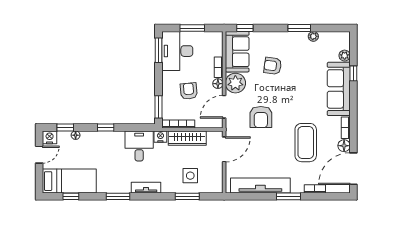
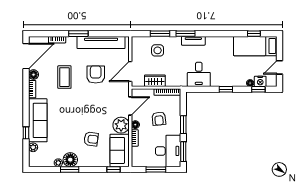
floor lamp: (298, 40) -> (70, 160), added
window: (158, 107) -> (183, 125), moved
armchair: (261, 117) -> (96, 74), moved
nightstand: (50, 137) -> (260, 81), moved
nightstand: (160, 137) -> (182, 82), removed
wardrobe: (187, 138) -> (155, 81), width x0.67
coffee table: (306, 143) -> (64, 77), width x0.73, depth x0.76
window: (118, 196) -> (186, 34), moved

